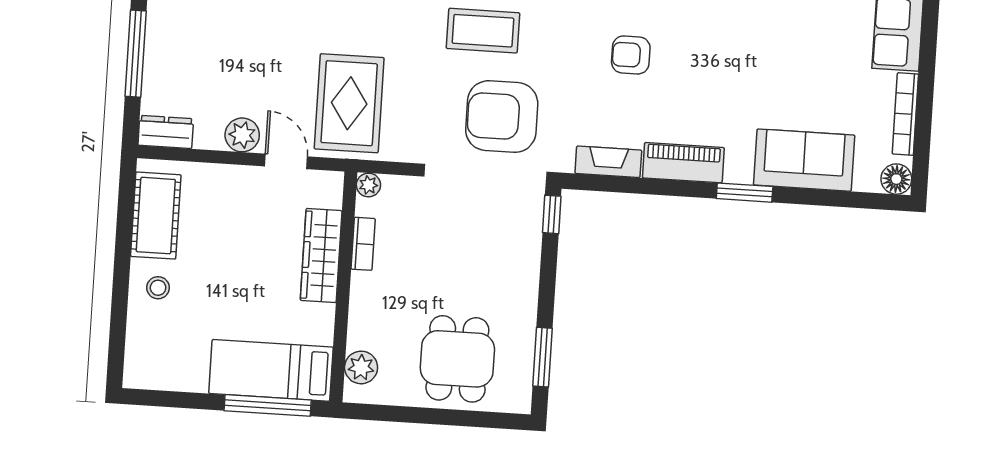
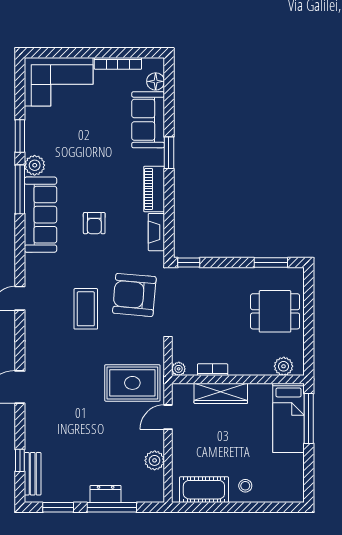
armchair: (502, 117) -> (134, 295), turned 95
dresser: (166, 132) -> (106, 494), moved, turned 90
plant: (242, 135) -> (155, 460), moved
floor lamp: (896, 179) -> (156, 81), moved

